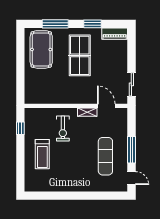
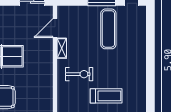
exercise mat: (105, 156) -> (108, 29), turned 90

